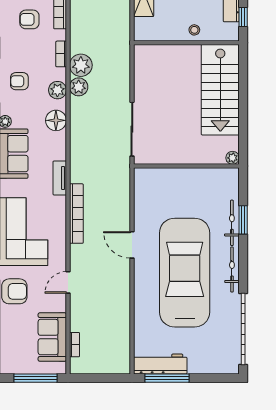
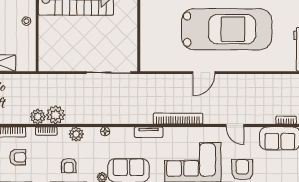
armchair: (29, 19) -> (18, 157), turned -90
plant: (79, 87) -> (38, 117), moved
floor lamp: (56, 120) -> (105, 131), width x0.53, depth x0.53
car: (185, 273) -> (227, 29), turned 180

